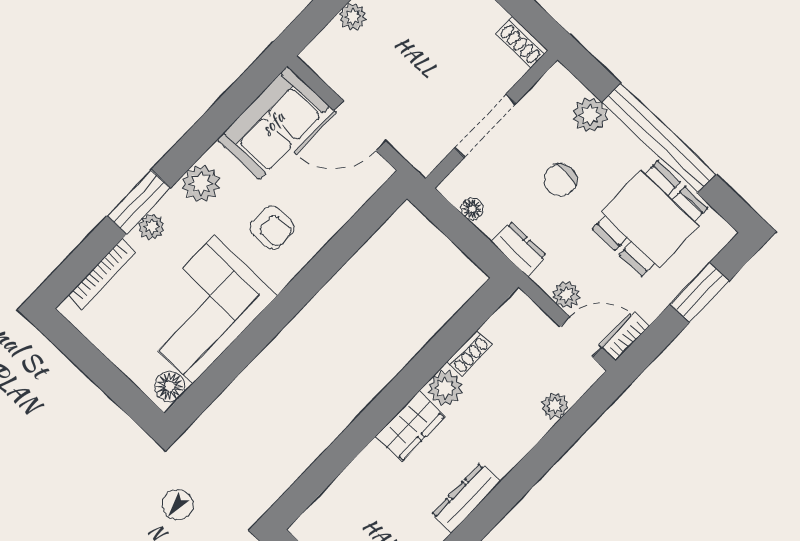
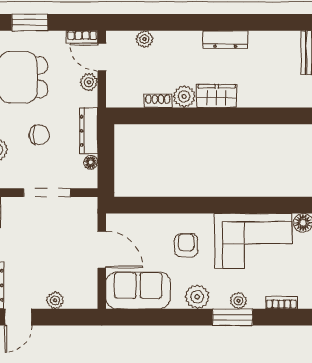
dresser: (519, 249) -> (89, 131), width x1.44
bookcase: (102, 274) -> (281, 303), width x0.64

